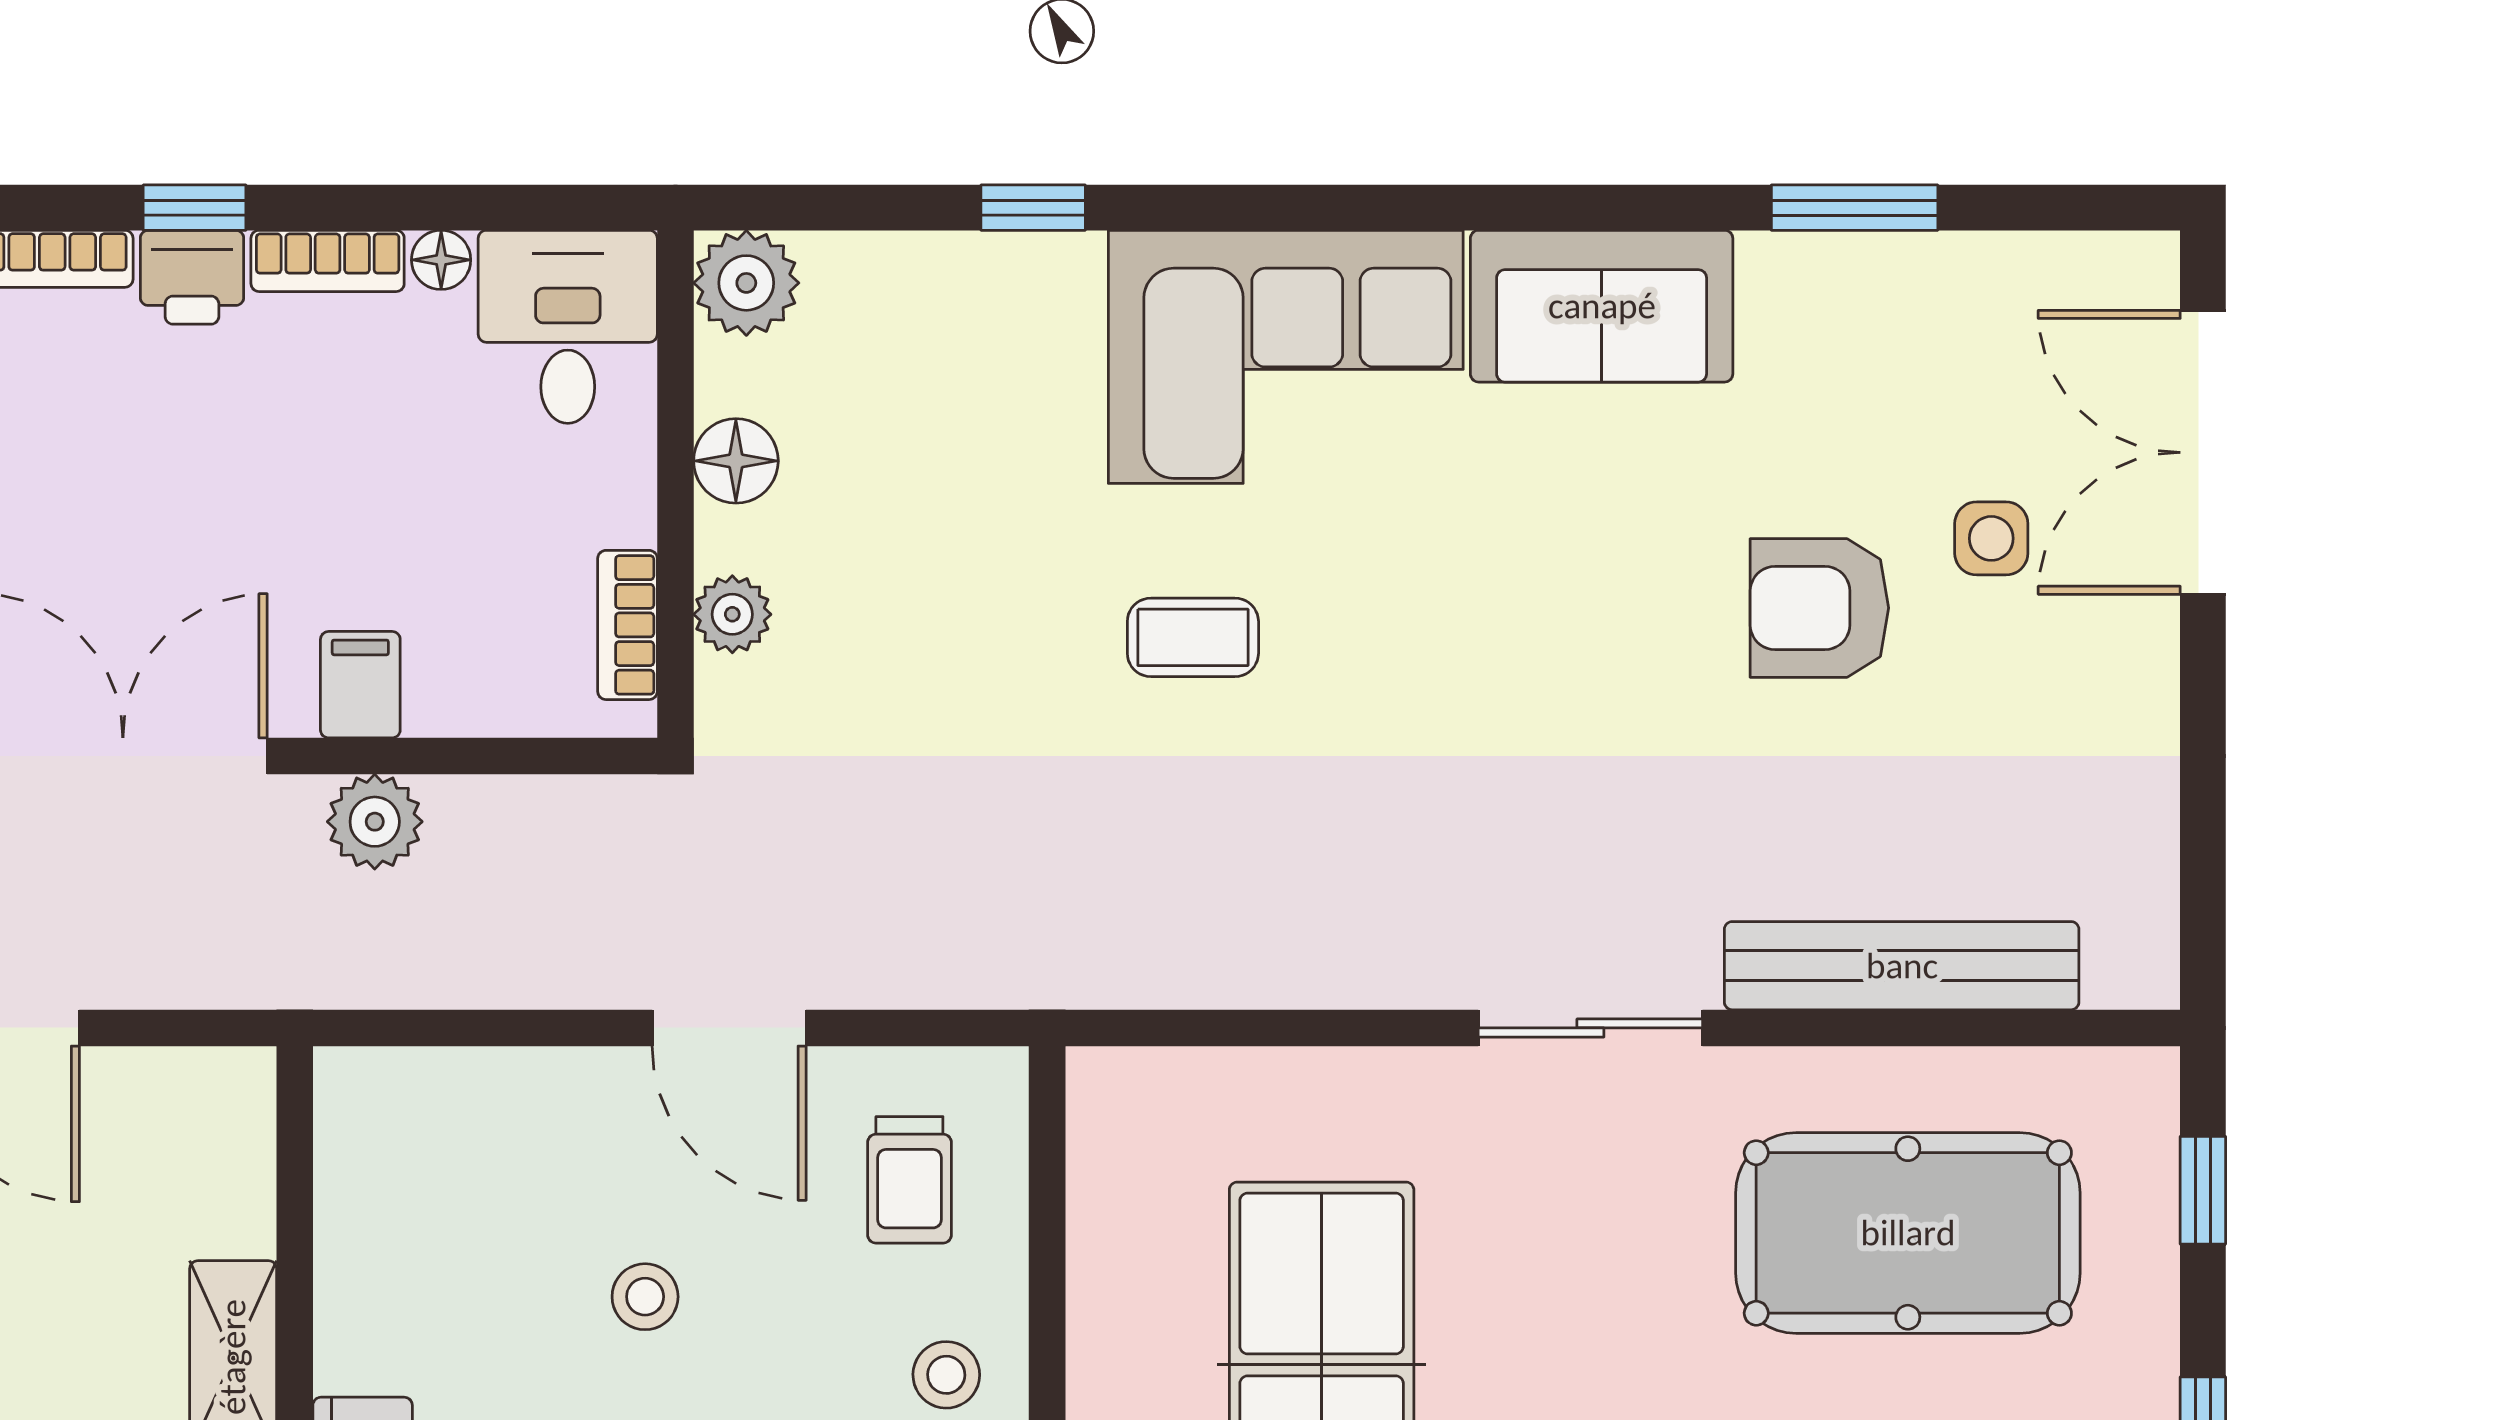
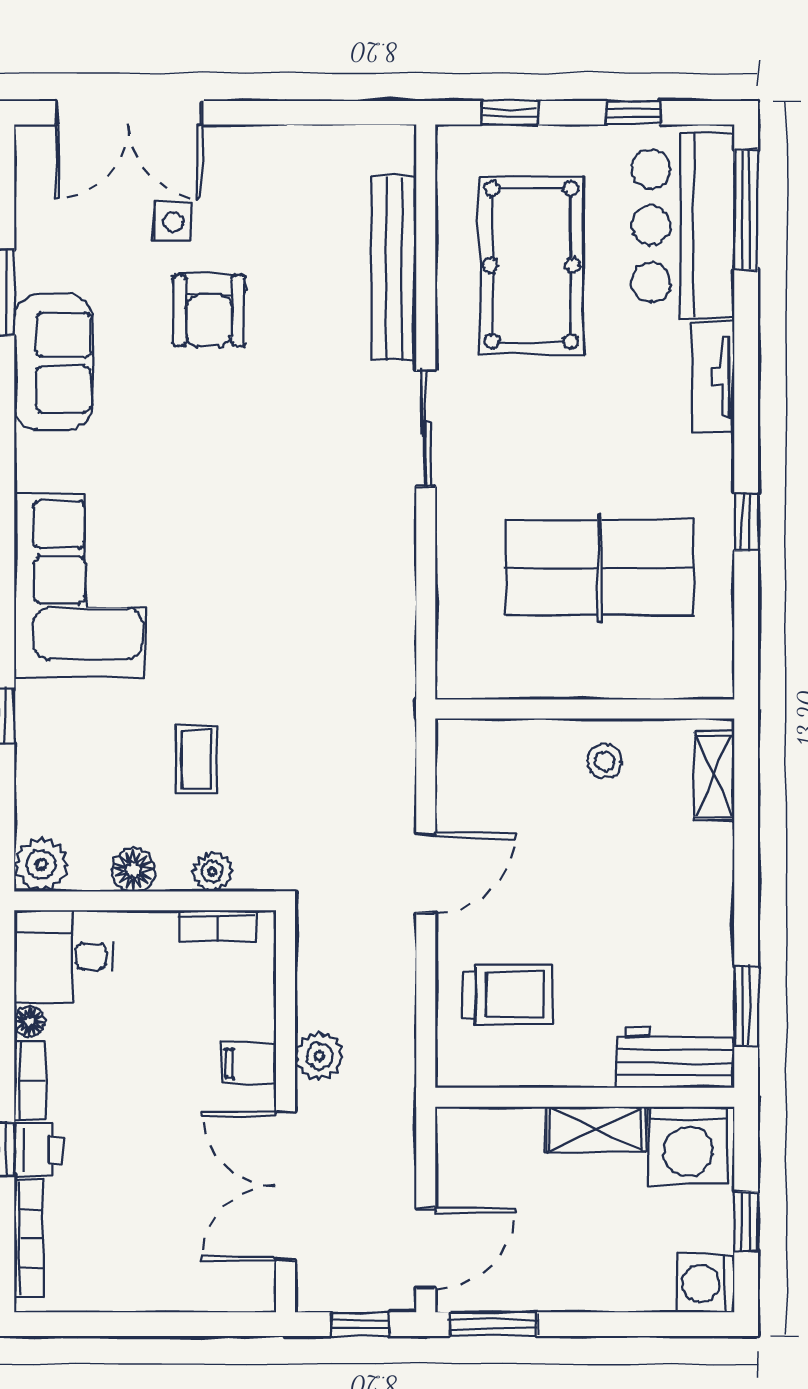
sofa: (1602, 306) -> (53, 362), moved
coffee table: (1193, 637) -> (196, 759), moved
trolley: (909, 1180) -> (508, 995), moved, width x1.36, depth x1.39
stool: (645, 1297) -> (564, 917), removed

